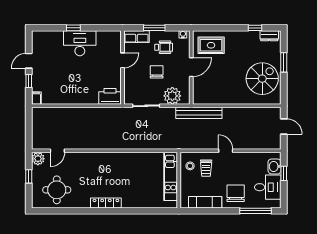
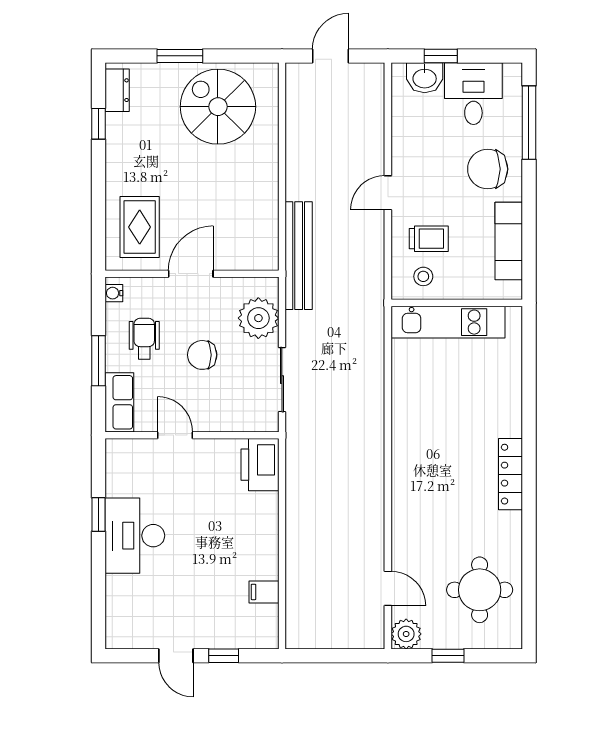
window: (73, 28) -> (99, 515), moved
door: (191, 67) -> (191, 274), hinge flipped
filing cabinet: (36, 98) -> (264, 592), moved

